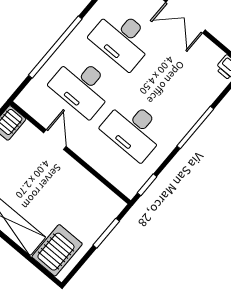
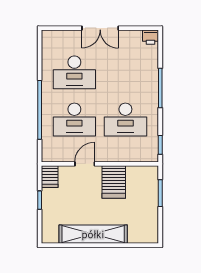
door: (55, 140) -> (85, 164), hinge flipped
server rack: (57, 250) -> (114, 182), moved, turned 180

